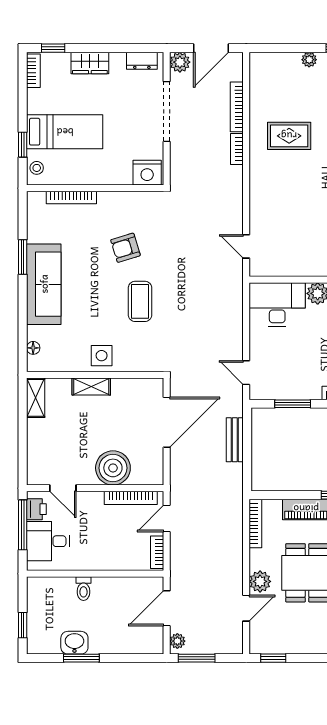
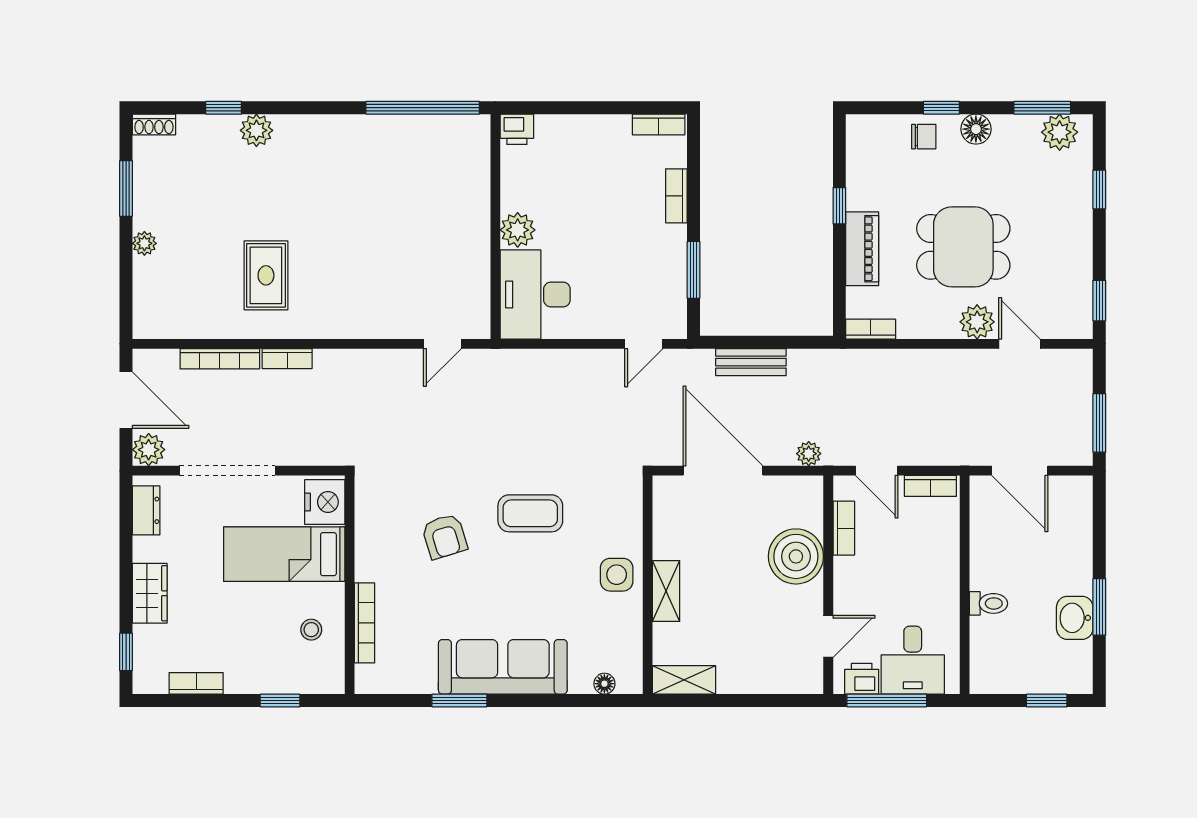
bookcase: (33, 71) -> (196, 683), moved
bed: (65, 132) -> (284, 554), moved, turned -90
stool: (37, 168) -> (311, 630), moved
bookcase: (131, 498) -> (844, 528), width x0.64
bookcase: (255, 524) -> (871, 329), width x0.64
plant: (177, 641) -> (809, 454), moved

